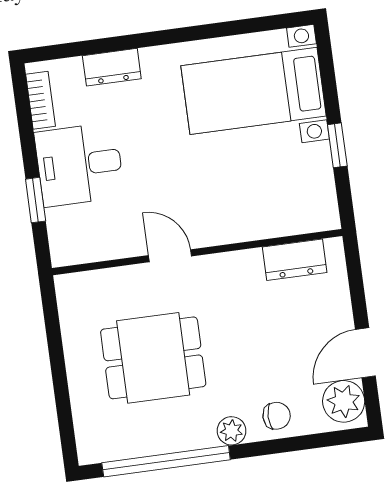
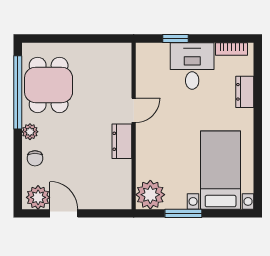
window: (337, 145) -> (183, 213), width x1.50
plant: (313, 207) -> (150, 195), added
dresser: (295, 260) -> (122, 141), moved
dining table: (153, 358) -> (49, 85), moved

